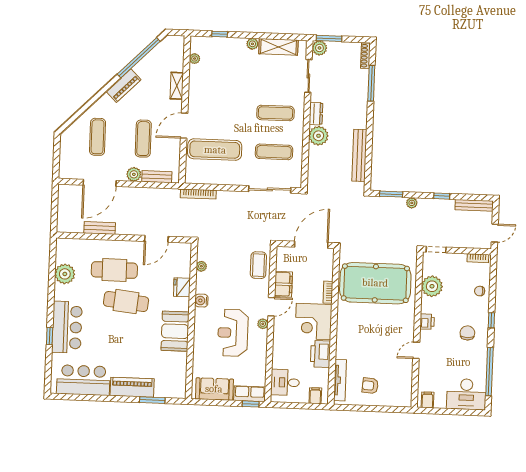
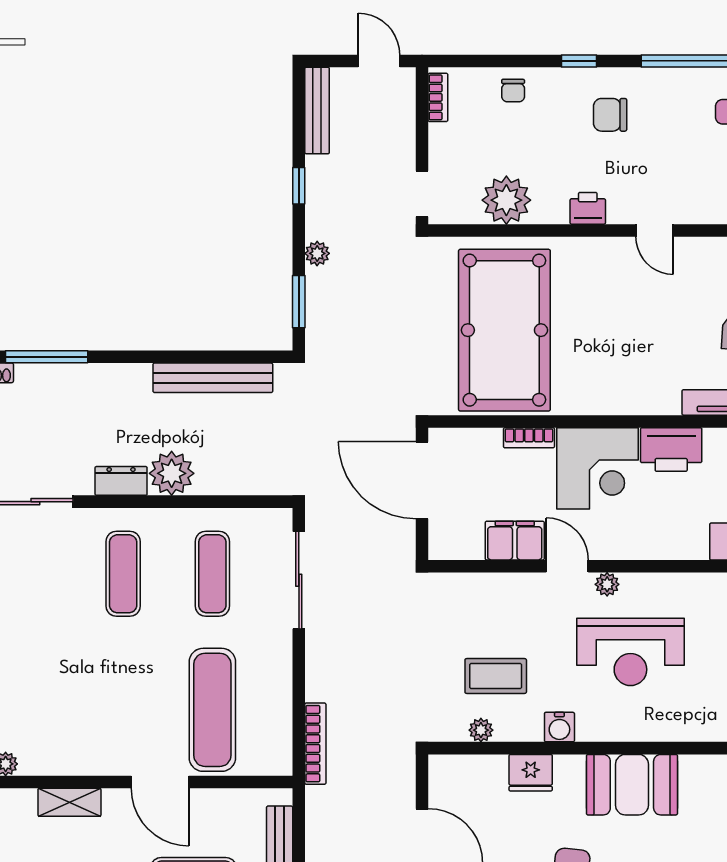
coffee table: (258, 265) -> (496, 676), moved

